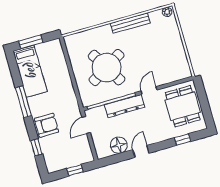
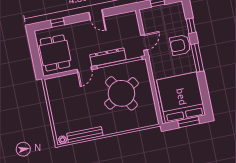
bench: (130, 23) -> (85, 135), moved
bed: (30, 71) -> (181, 97), width x2.04
window: (23, 102) -> (197, 58), moved
floor lamp: (119, 145) -> (116, 22), removed
door: (141, 151) -> (96, 15), hinge flipped

